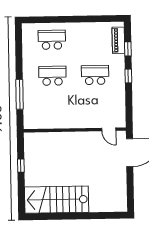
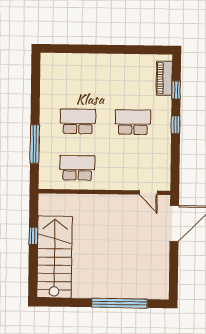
school desk: (52, 40) -> (77, 168), moved
stairs: (57, 200) -> (55, 257), moved, turned 90
window: (89, 216) -> (120, 303), added

